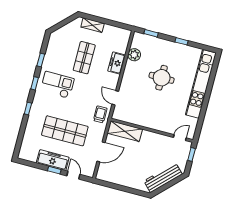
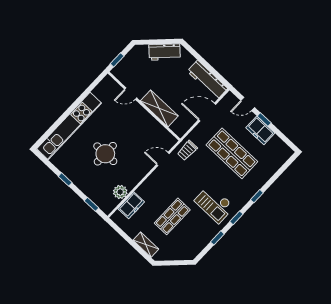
freezer: (117, 63) -> (131, 205), moved
door: (115, 98) -> (163, 159), swing flipped
shelving: (125, 131) -> (159, 108), moved
door: (180, 138) -> (131, 94), moved
freezer: (53, 160) -> (260, 130), width x0.71
door: (73, 175) -> (248, 104), hinge flipped
workbench: (114, 177) -> (207, 80), added
workbench: (163, 178) -> (165, 52), width x0.73

